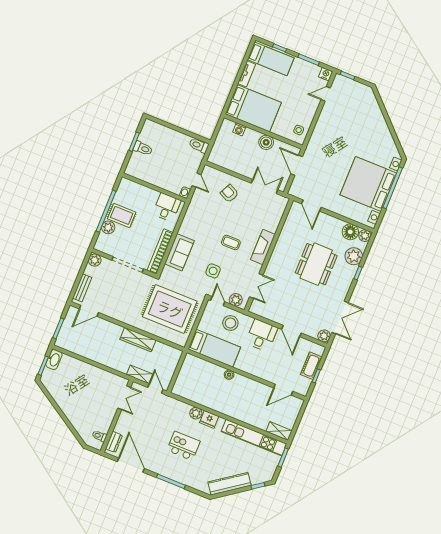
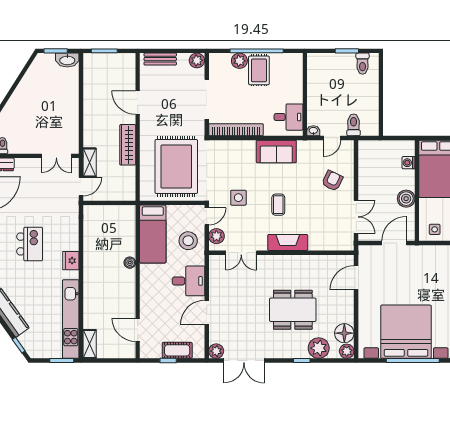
toilet: (199, 145) -> (354, 125), moved
toilet: (143, 148) -> (363, 64), moved
sofa: (179, 252) -> (276, 152), moved
door: (89, 311) -> (138, 103), moved
plant: (196, 413) -> (72, 243), removed

